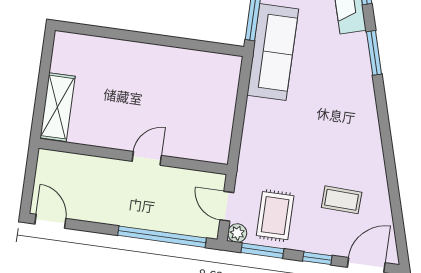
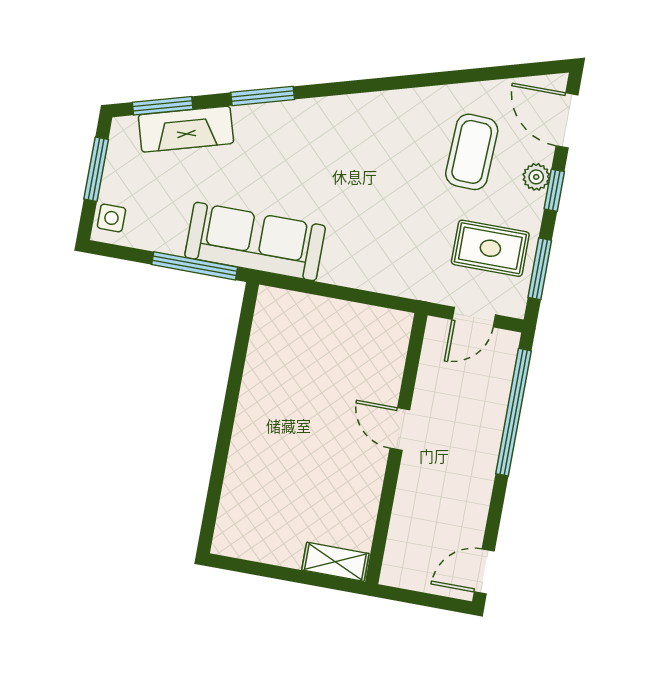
shelving: (57, 107) -> (335, 562), width x0.67, depth x0.75
coffee table: (342, 200) -> (472, 152), width x1.36, depth x1.30
plant: (237, 233) -> (536, 177), moved

